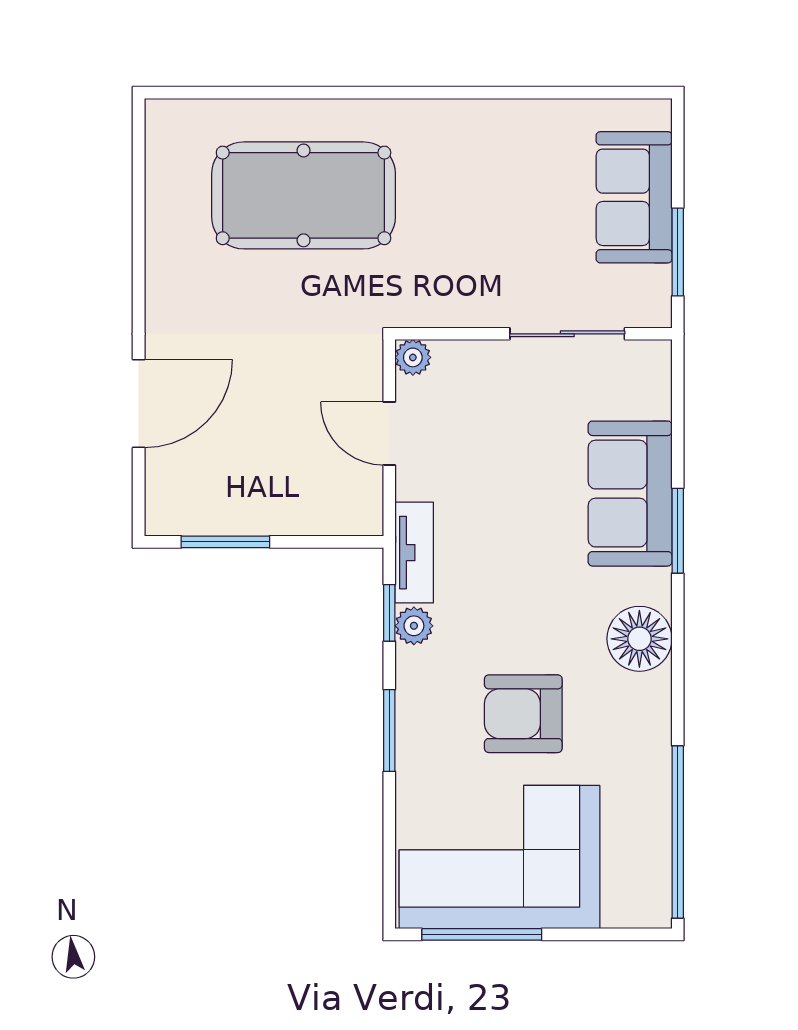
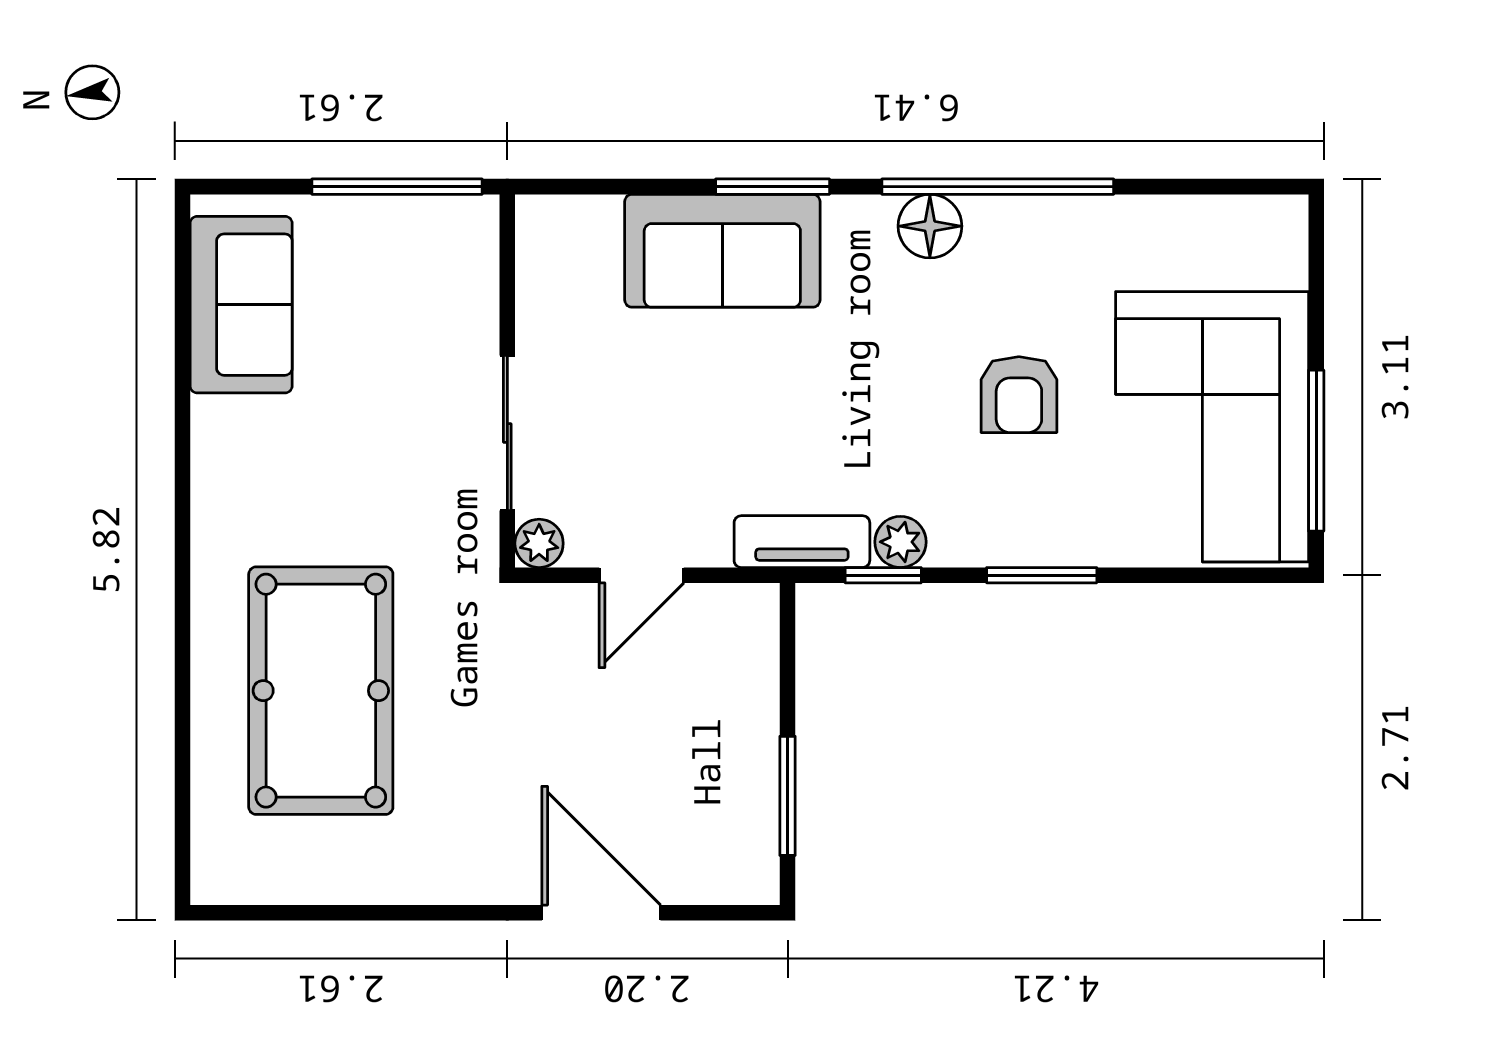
sofa: (634, 197) -> (241, 305), moved, turned -90
window: (678, 252) -> (397, 187), width x1.44
sliding door: (567, 334) -> (507, 433), moved
floor lamp: (639, 639) -> (930, 226), width x0.73, depth x0.73
armchair: (523, 714) -> (1019, 395), width x0.72, depth x0.72
window: (678, 832) -> (998, 187), moved

